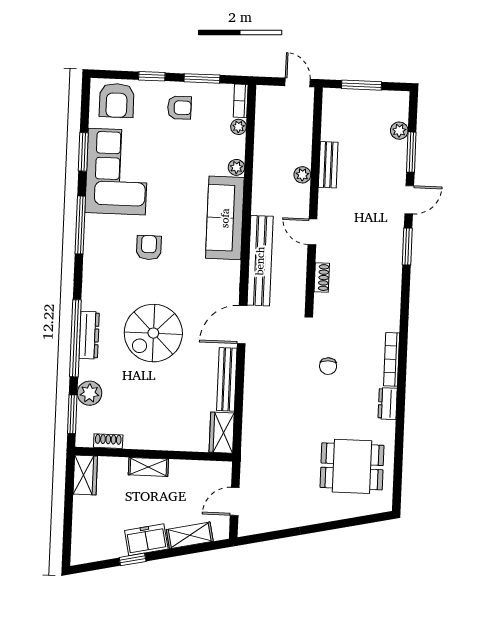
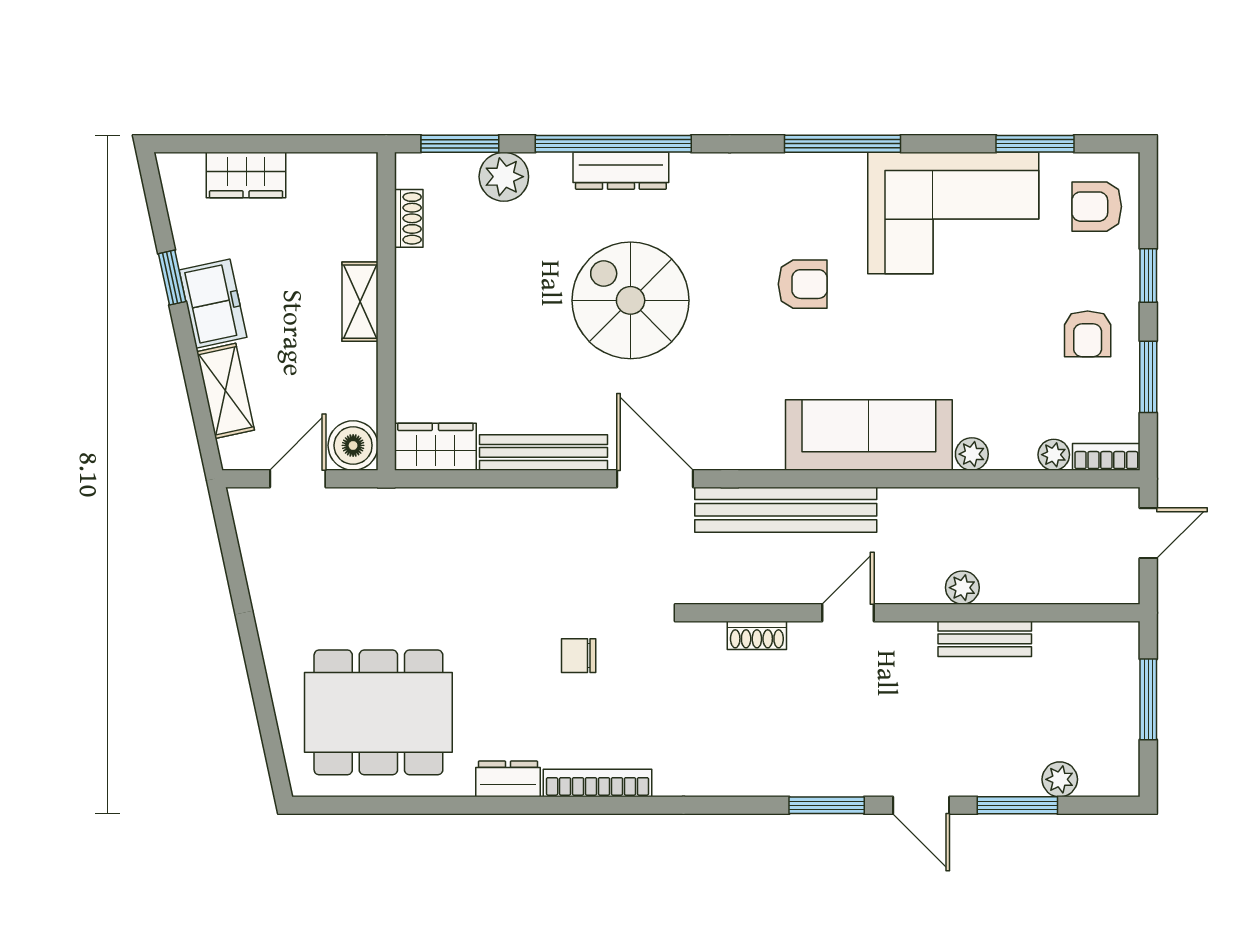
door: (298, 82) -> (1148, 533), moved
armchair: (117, 100) -> (1097, 207), width x0.72, depth x0.72
window: (83, 152) -> (1035, 144), moved
dining table: (352, 466) -> (378, 712), width x1.38
boiler: (219, 473) -> (353, 445), added
wardrobe: (85, 475) -> (246, 175), moved
door: (235, 501) -> (298, 479), hinge flipped

